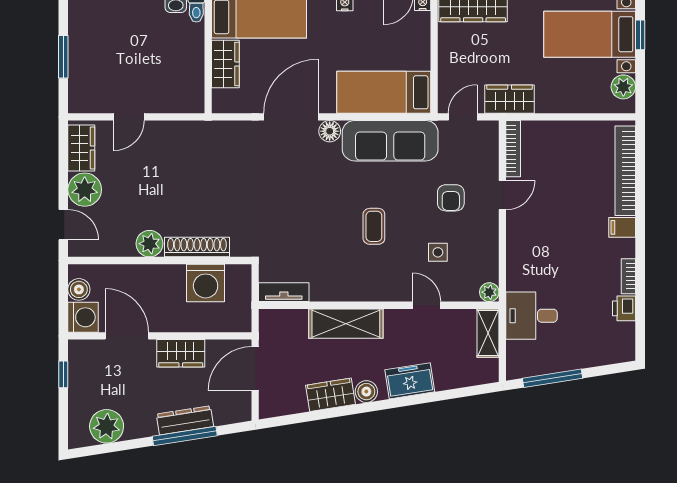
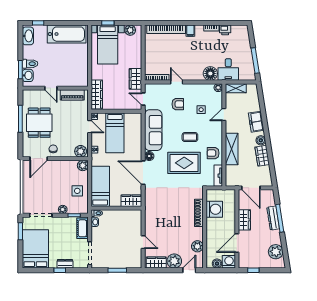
wardrobe: (225, 64) -> (131, 201), moved
bed: (384, 92) -> (115, 133), moved
rug: (313, 213) -> (184, 163), added
plant: (150, 244) -> (197, 246), moved
floor lamp: (522, 274) -> (210, 73), added
armchair: (337, 280) -> (213, 153), added

